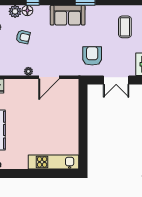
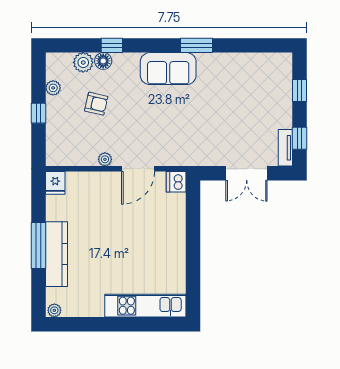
coffee table: (125, 27) -> (261, 87), removed
armchair: (92, 56) -> (208, 134), removed
dishwasher: (73, 85) -> (176, 182), added

